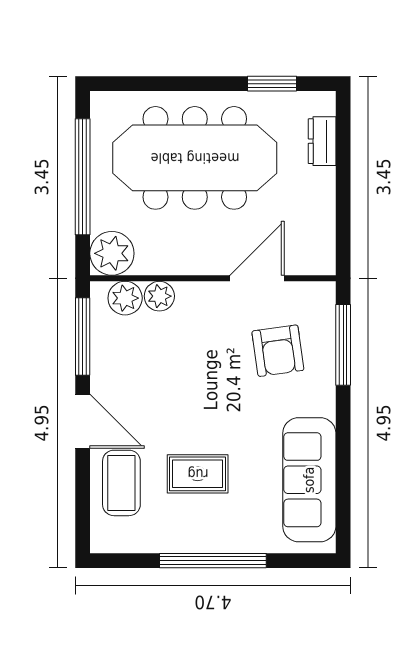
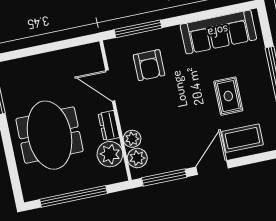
dresser: (322, 141) -> (109, 126), moved, turned 90
meeting table: (195, 158) -> (50, 135), width x0.73
plant: (112, 253) -> (110, 154), moved
armchair: (278, 351) -> (149, 65), turned 98

